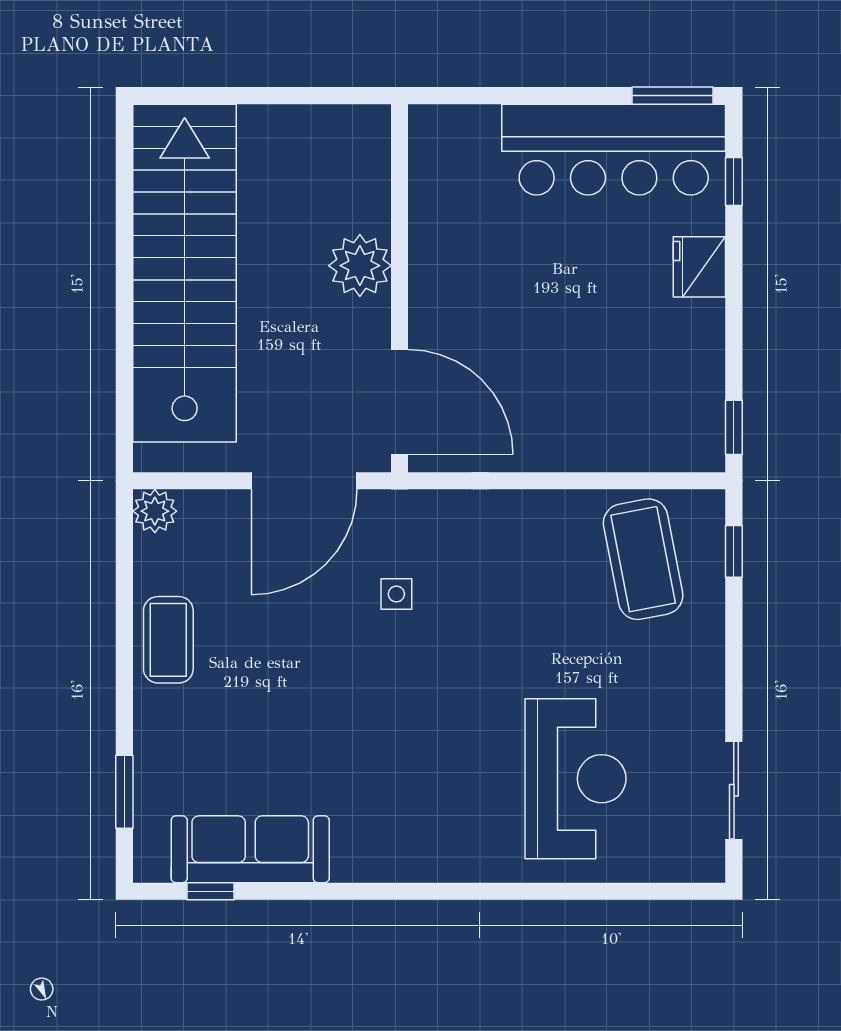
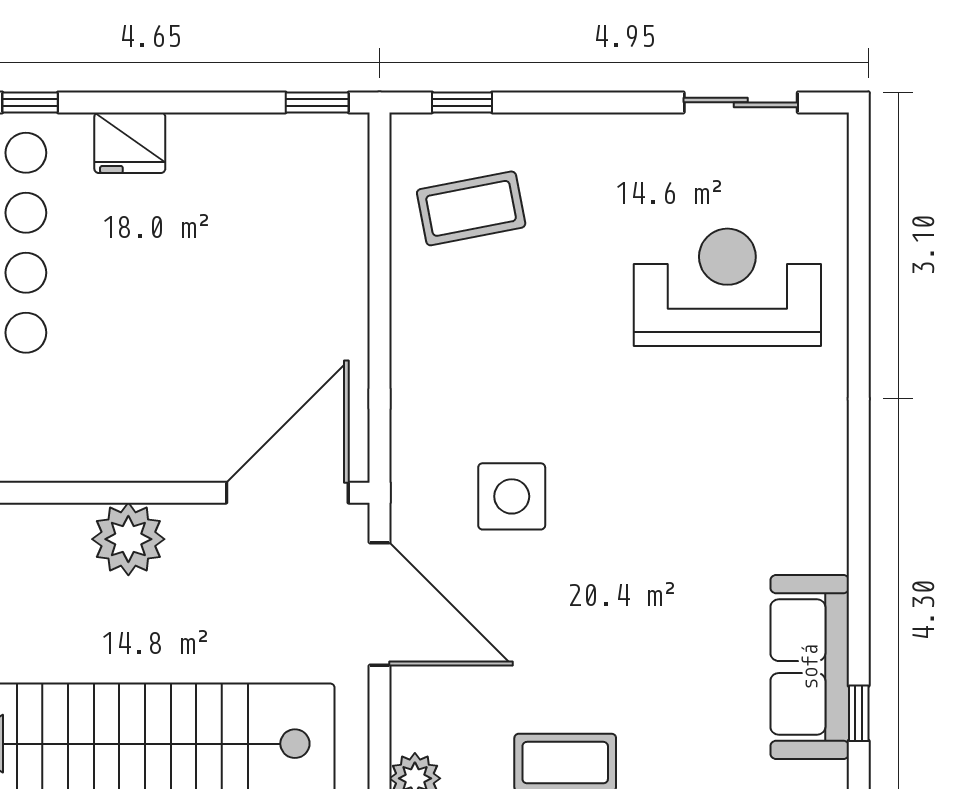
coffee table: (643, 559) -> (471, 208), width x0.73, depth x0.76
side table: (396, 594) -> (512, 496), width x1.87, depth x1.87

